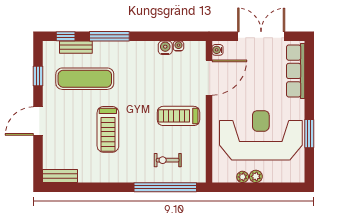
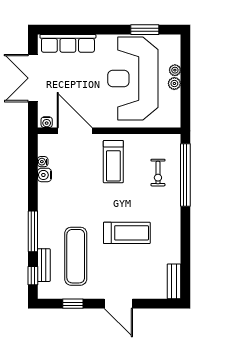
window: (309, 134) -> (145, 30), moved
plant: (243, 177) -> (175, 70), moved

